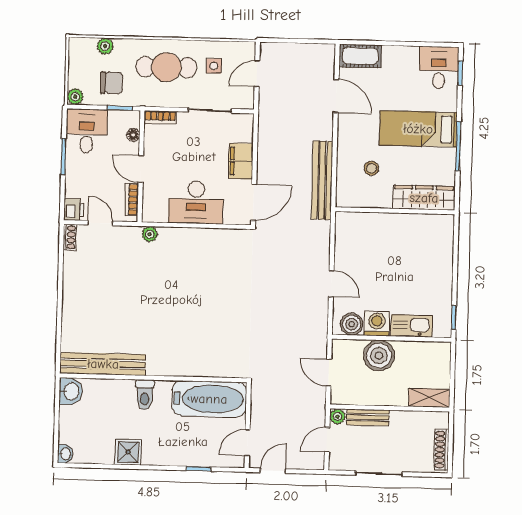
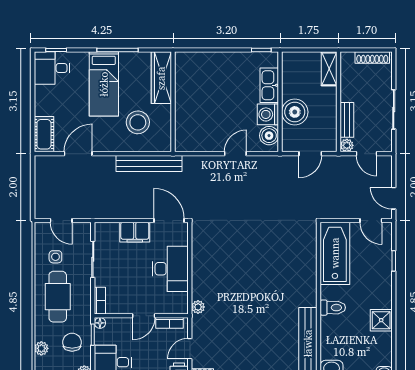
floor lamp: (133, 135) -> (100, 323), moved
stool: (371, 168) -> (138, 122), width x1.89, depth x1.89

